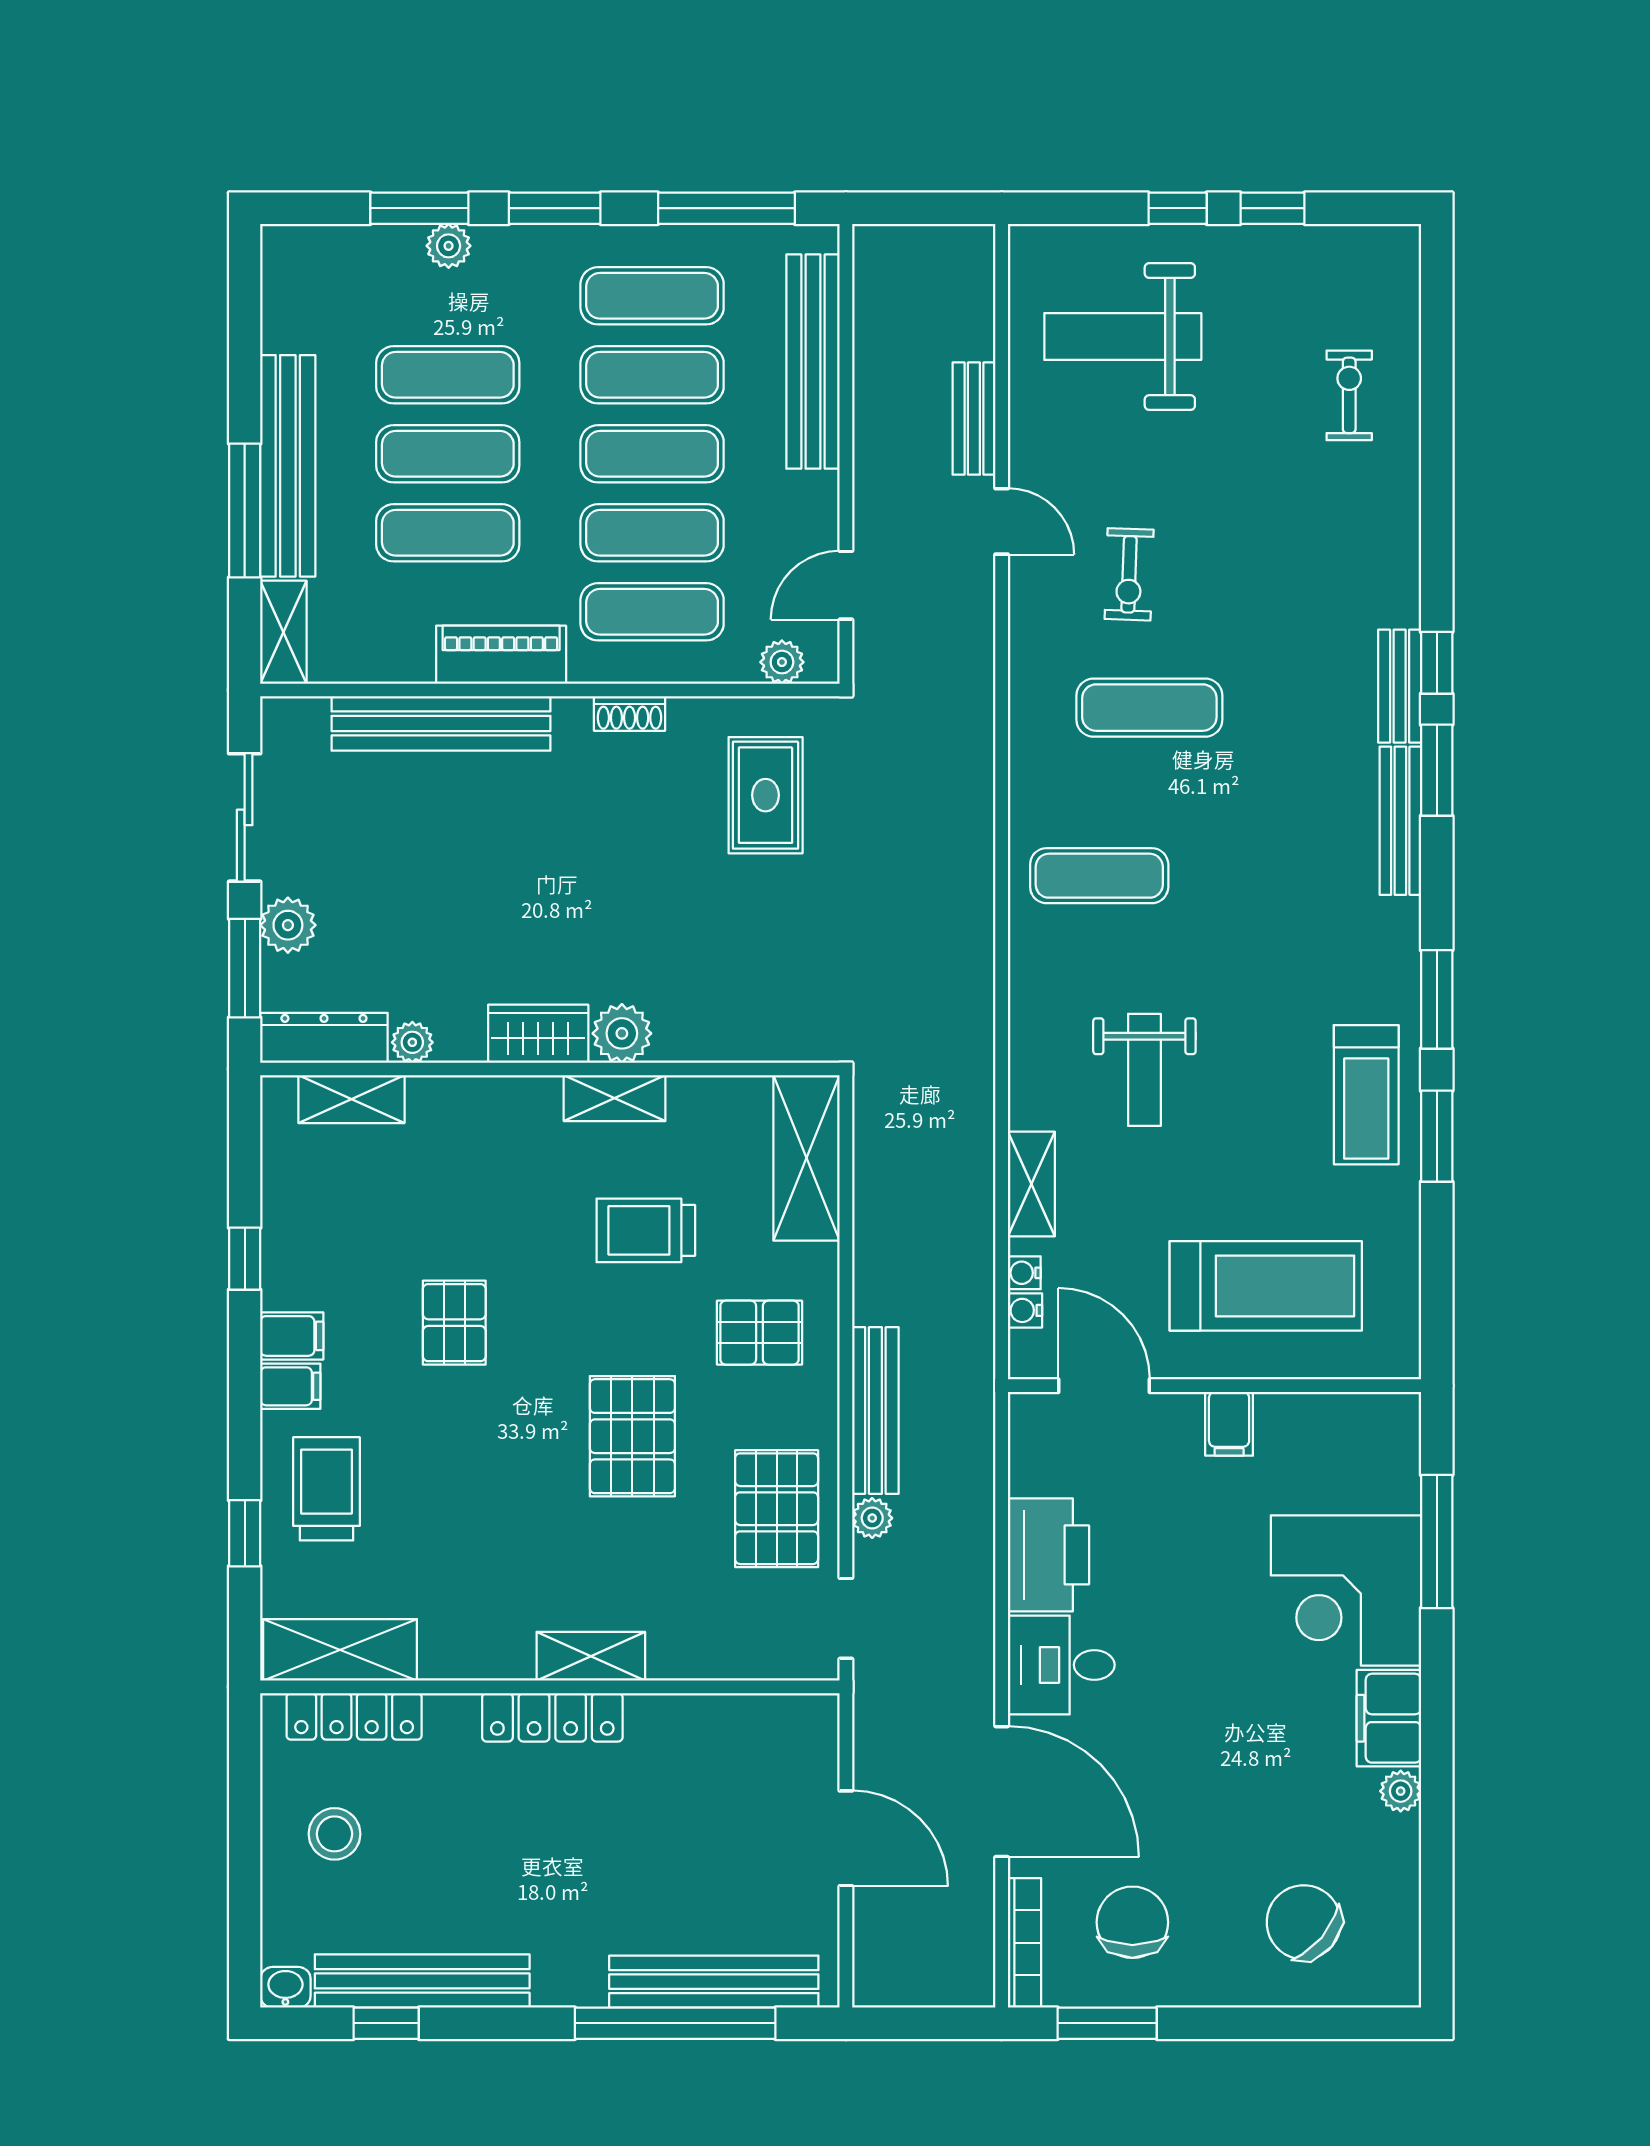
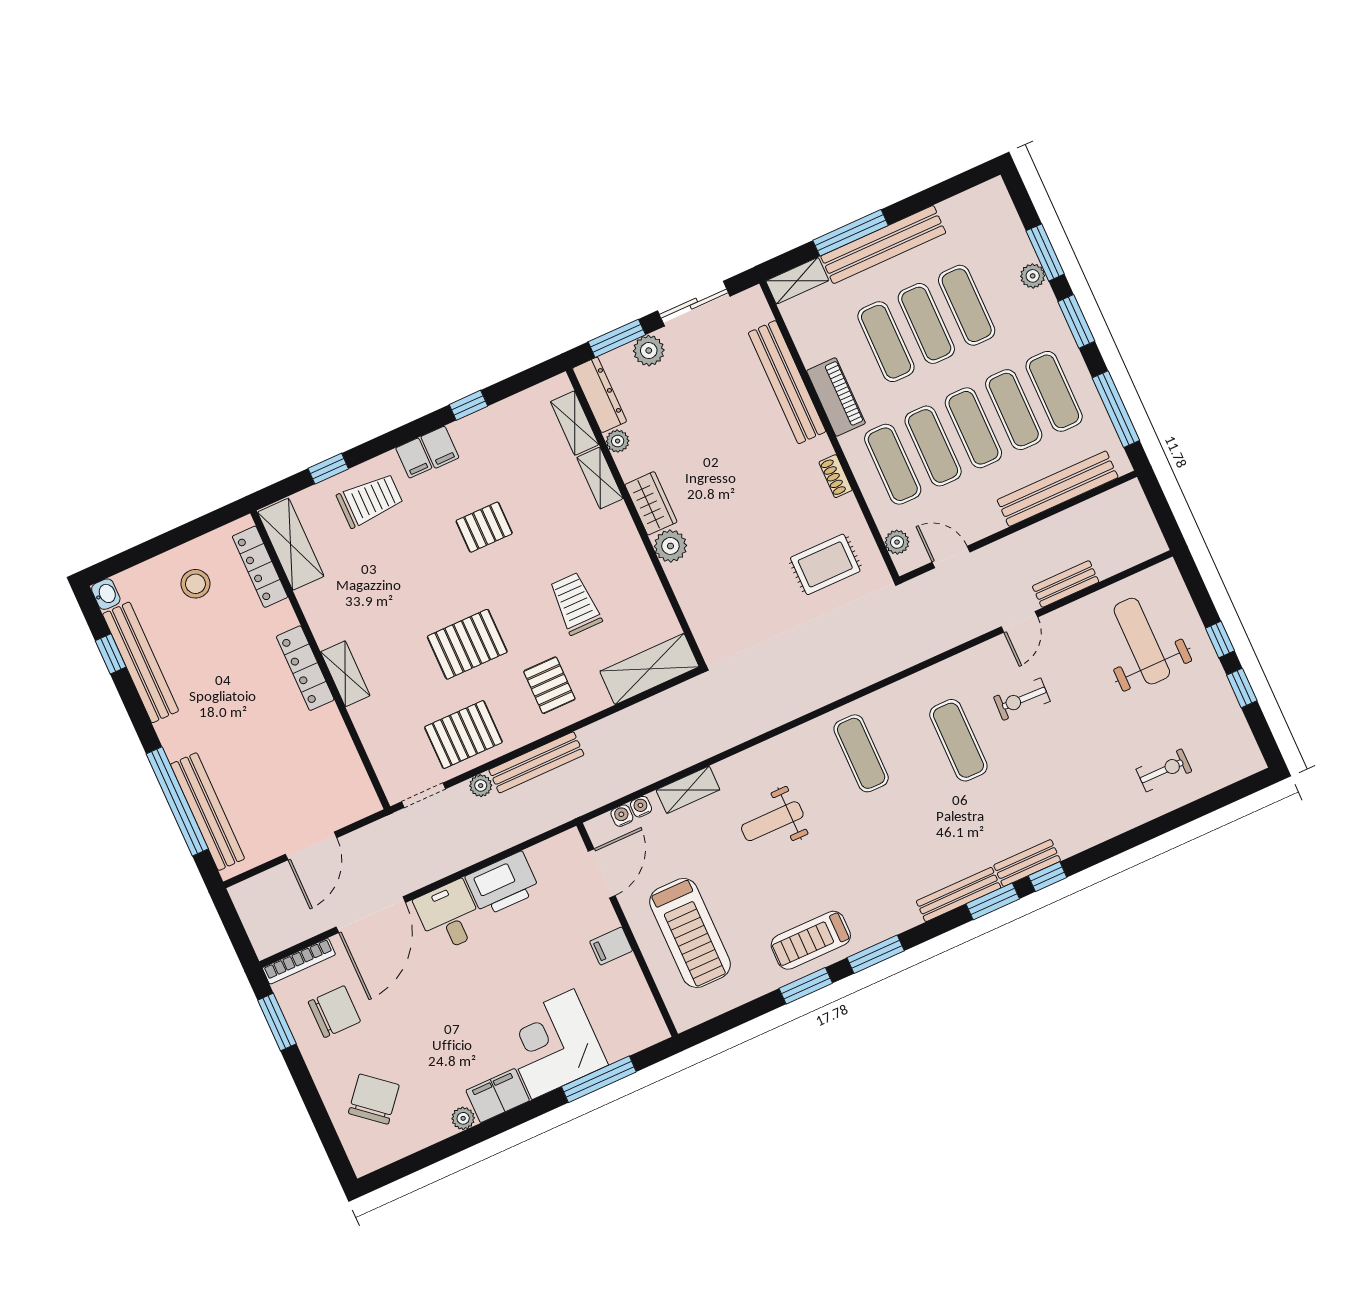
shelving: (615, 1098) -> (600, 478), moved

